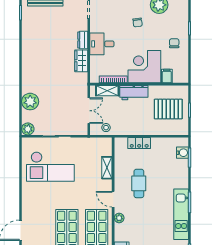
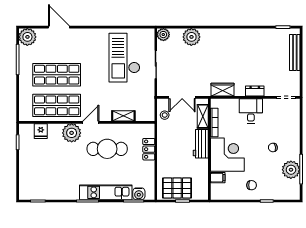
wardrobe: (81, 61) -> (222, 90), moved
pallet: (168, 109) -> (177, 188), moved, turned 90
cafe table: (139, 183) -> (107, 149), width x1.37, depth x1.35
kitchen unit: (181, 214) -> (106, 192), moved
plant: (119, 218) -> (72, 133), width x1.88, depth x1.88

